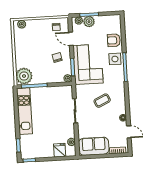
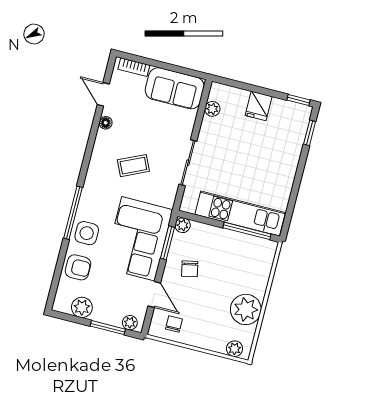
plant: (89, 22) -> (82, 307), moved
plant: (24, 76) -> (246, 309), moved
kitchen unit: (24, 111) -> (240, 214), moved, turned 90
fridge: (60, 150) -> (259, 106), moved

